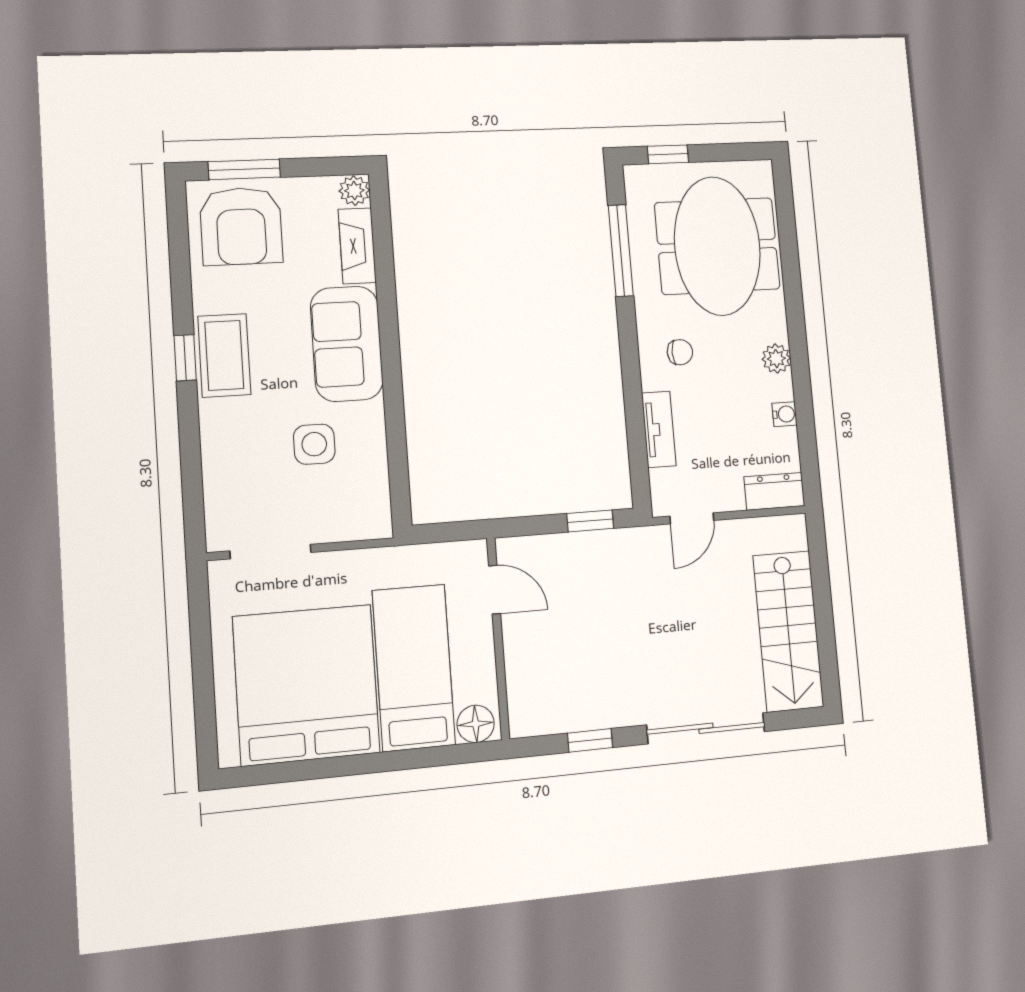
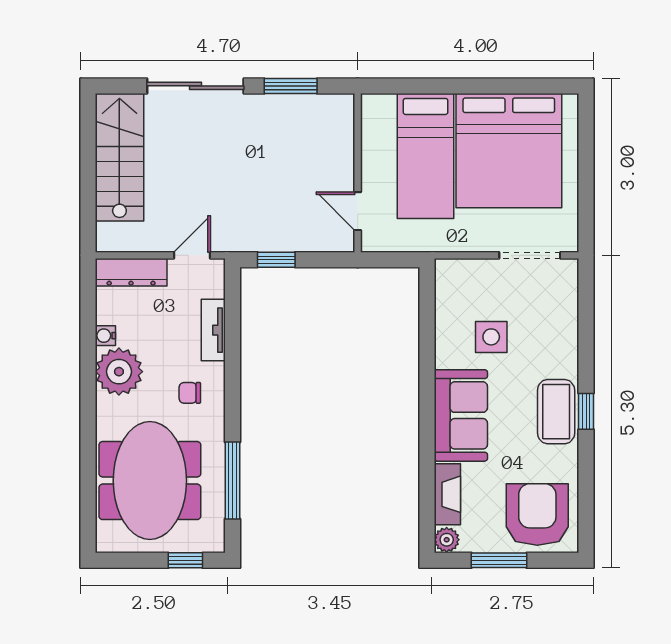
window: (244, 169) -> (499, 560), moved
plant: (776, 359) -> (119, 372), width x1.88, depth x1.88
dresser: (774, 491) -> (131, 272), width x1.44
floor lamp: (476, 724) -> (380, 108), removed
window: (590, 740) -> (291, 86), width x1.50

